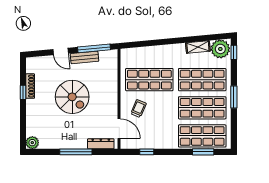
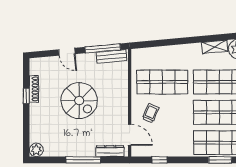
bench: (84, 57) -> (112, 56), moved

